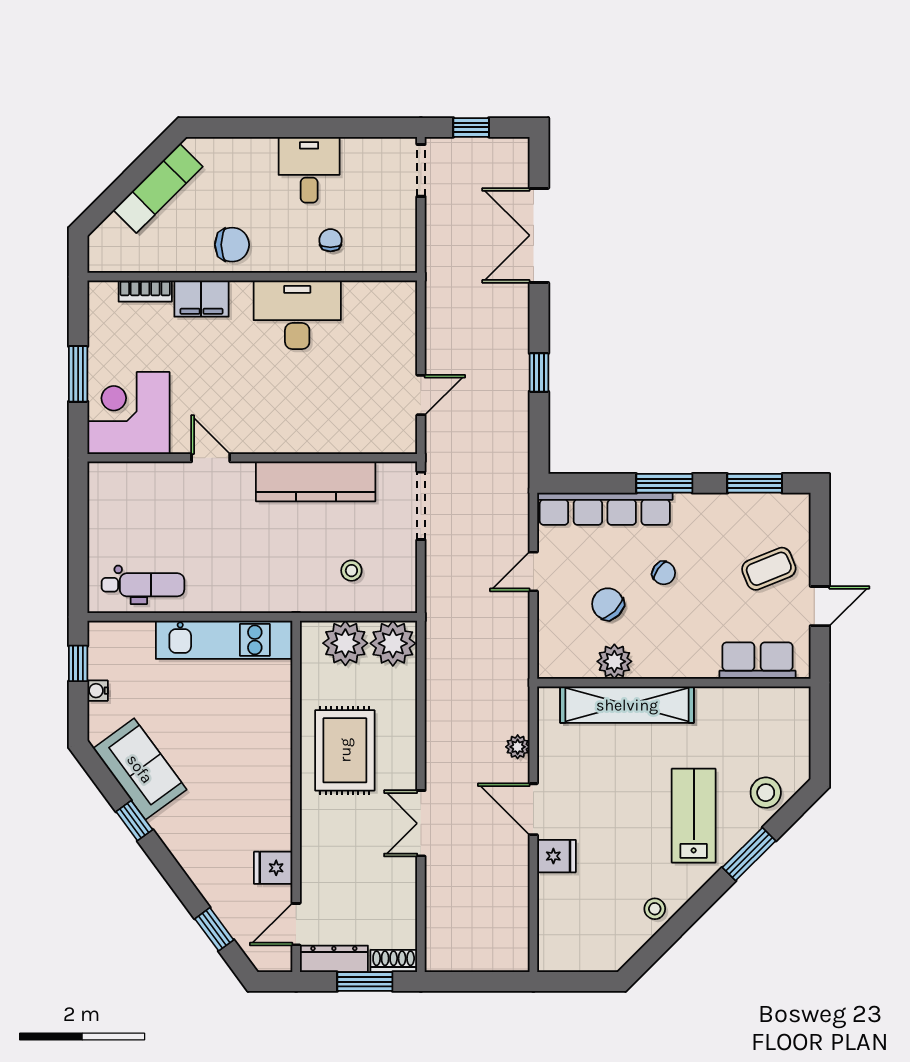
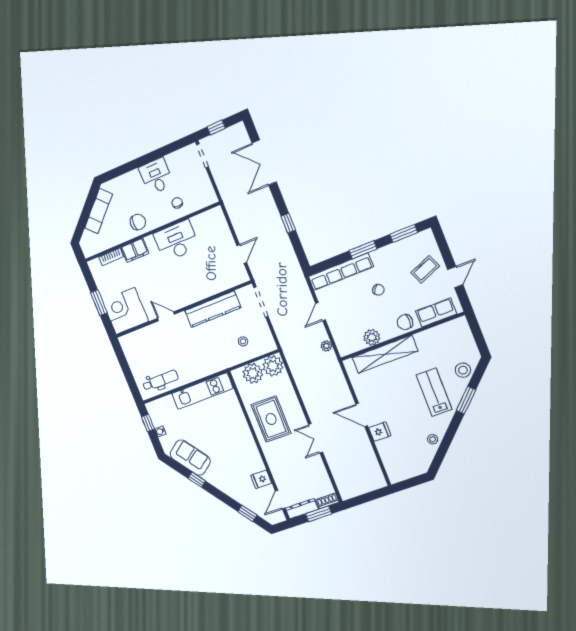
chair: (608, 604) -> (405, 322), moved, turned -45
plant: (518, 747) -> (326, 346), moved

